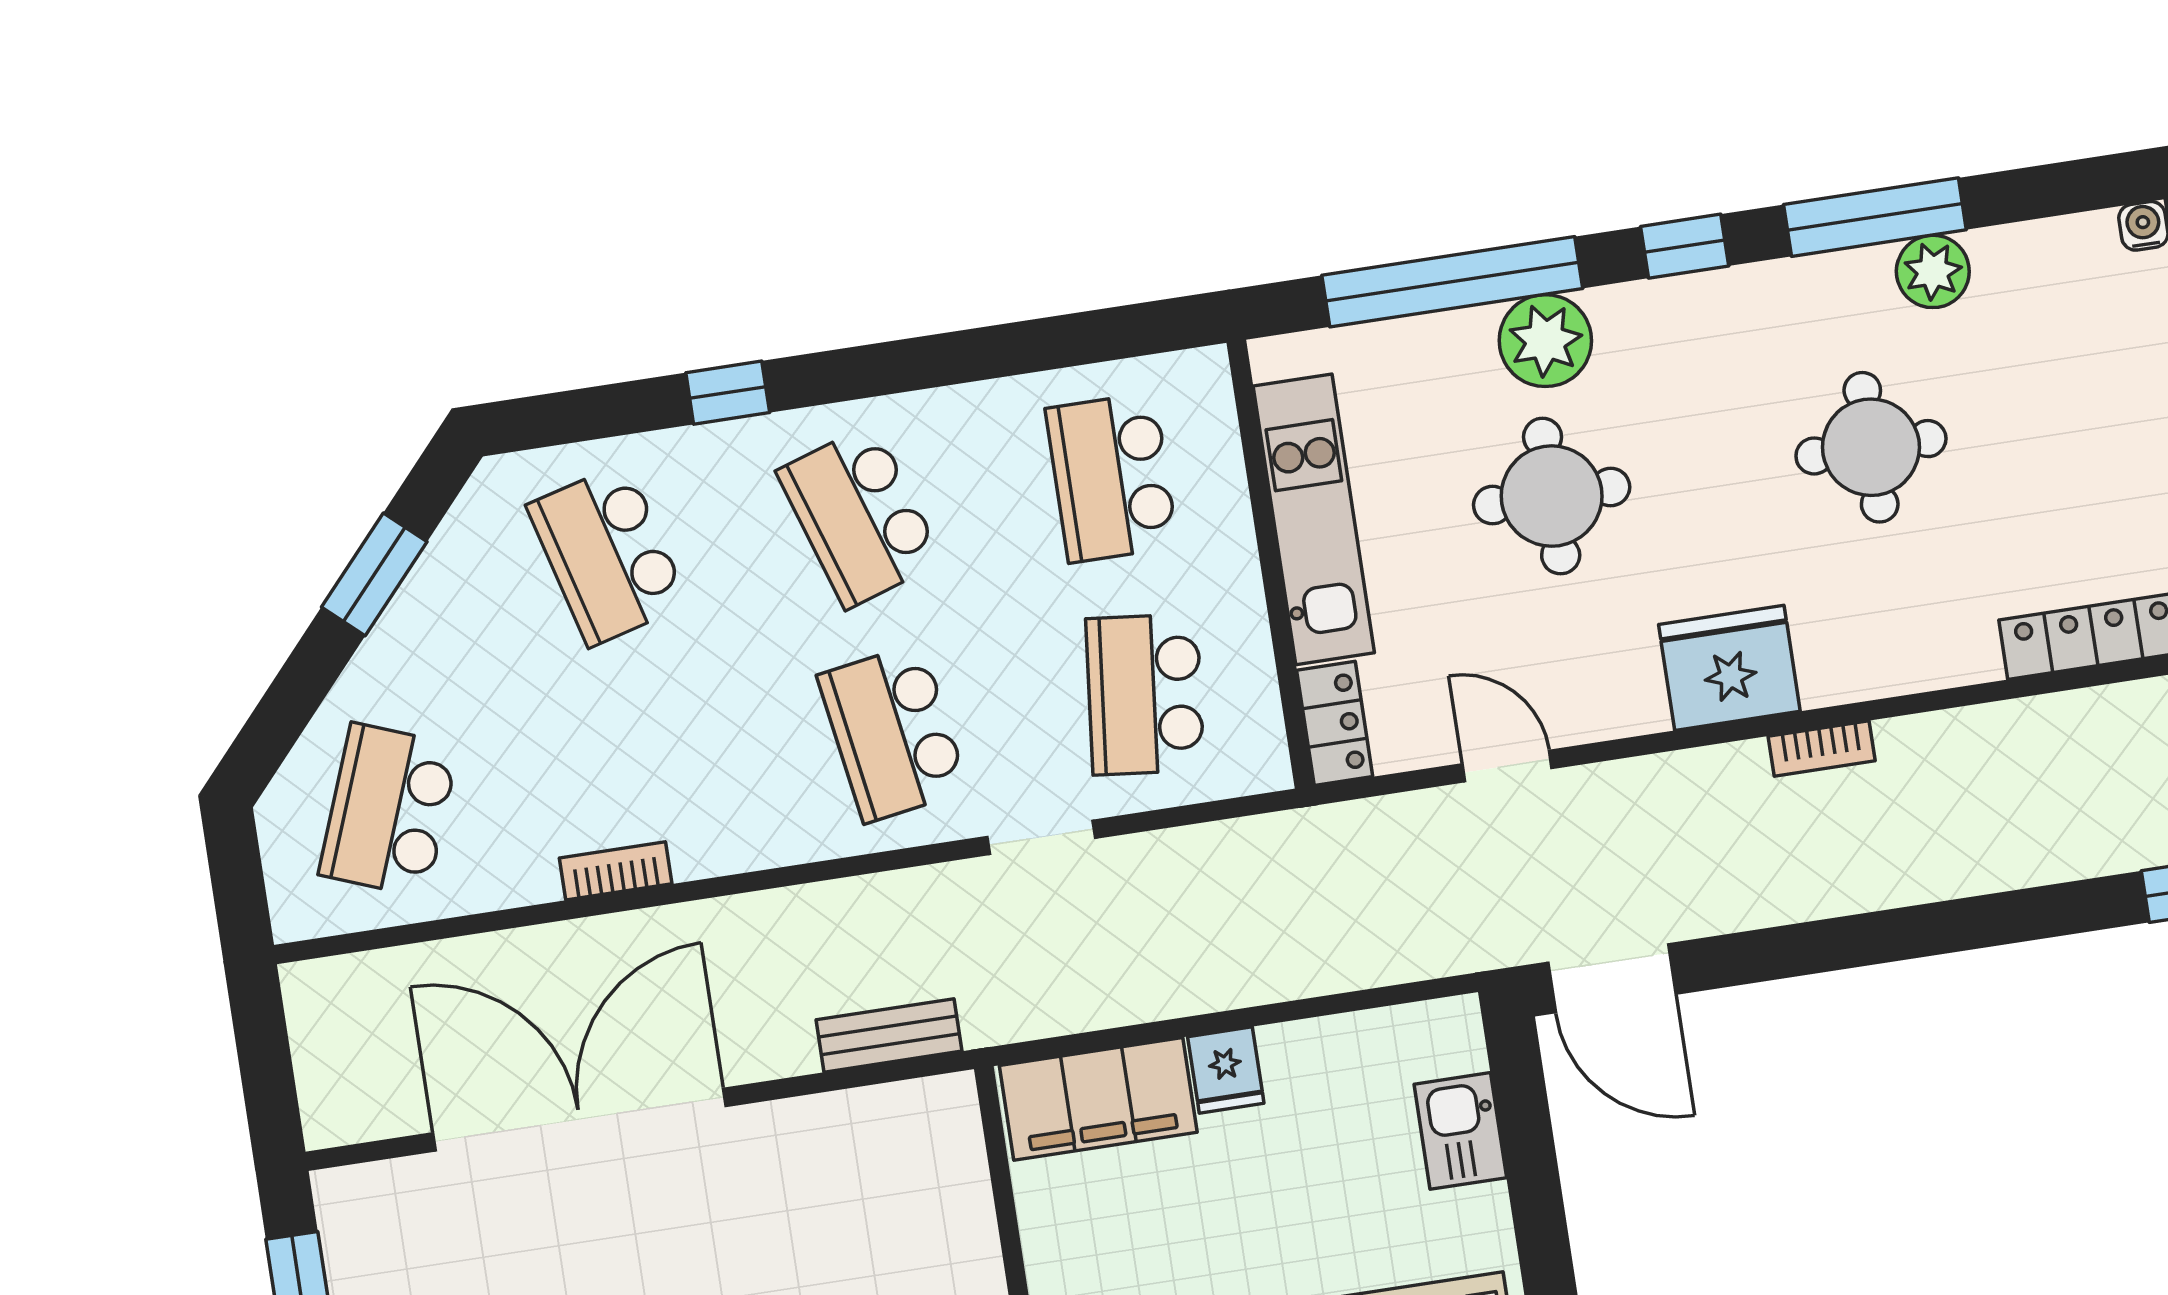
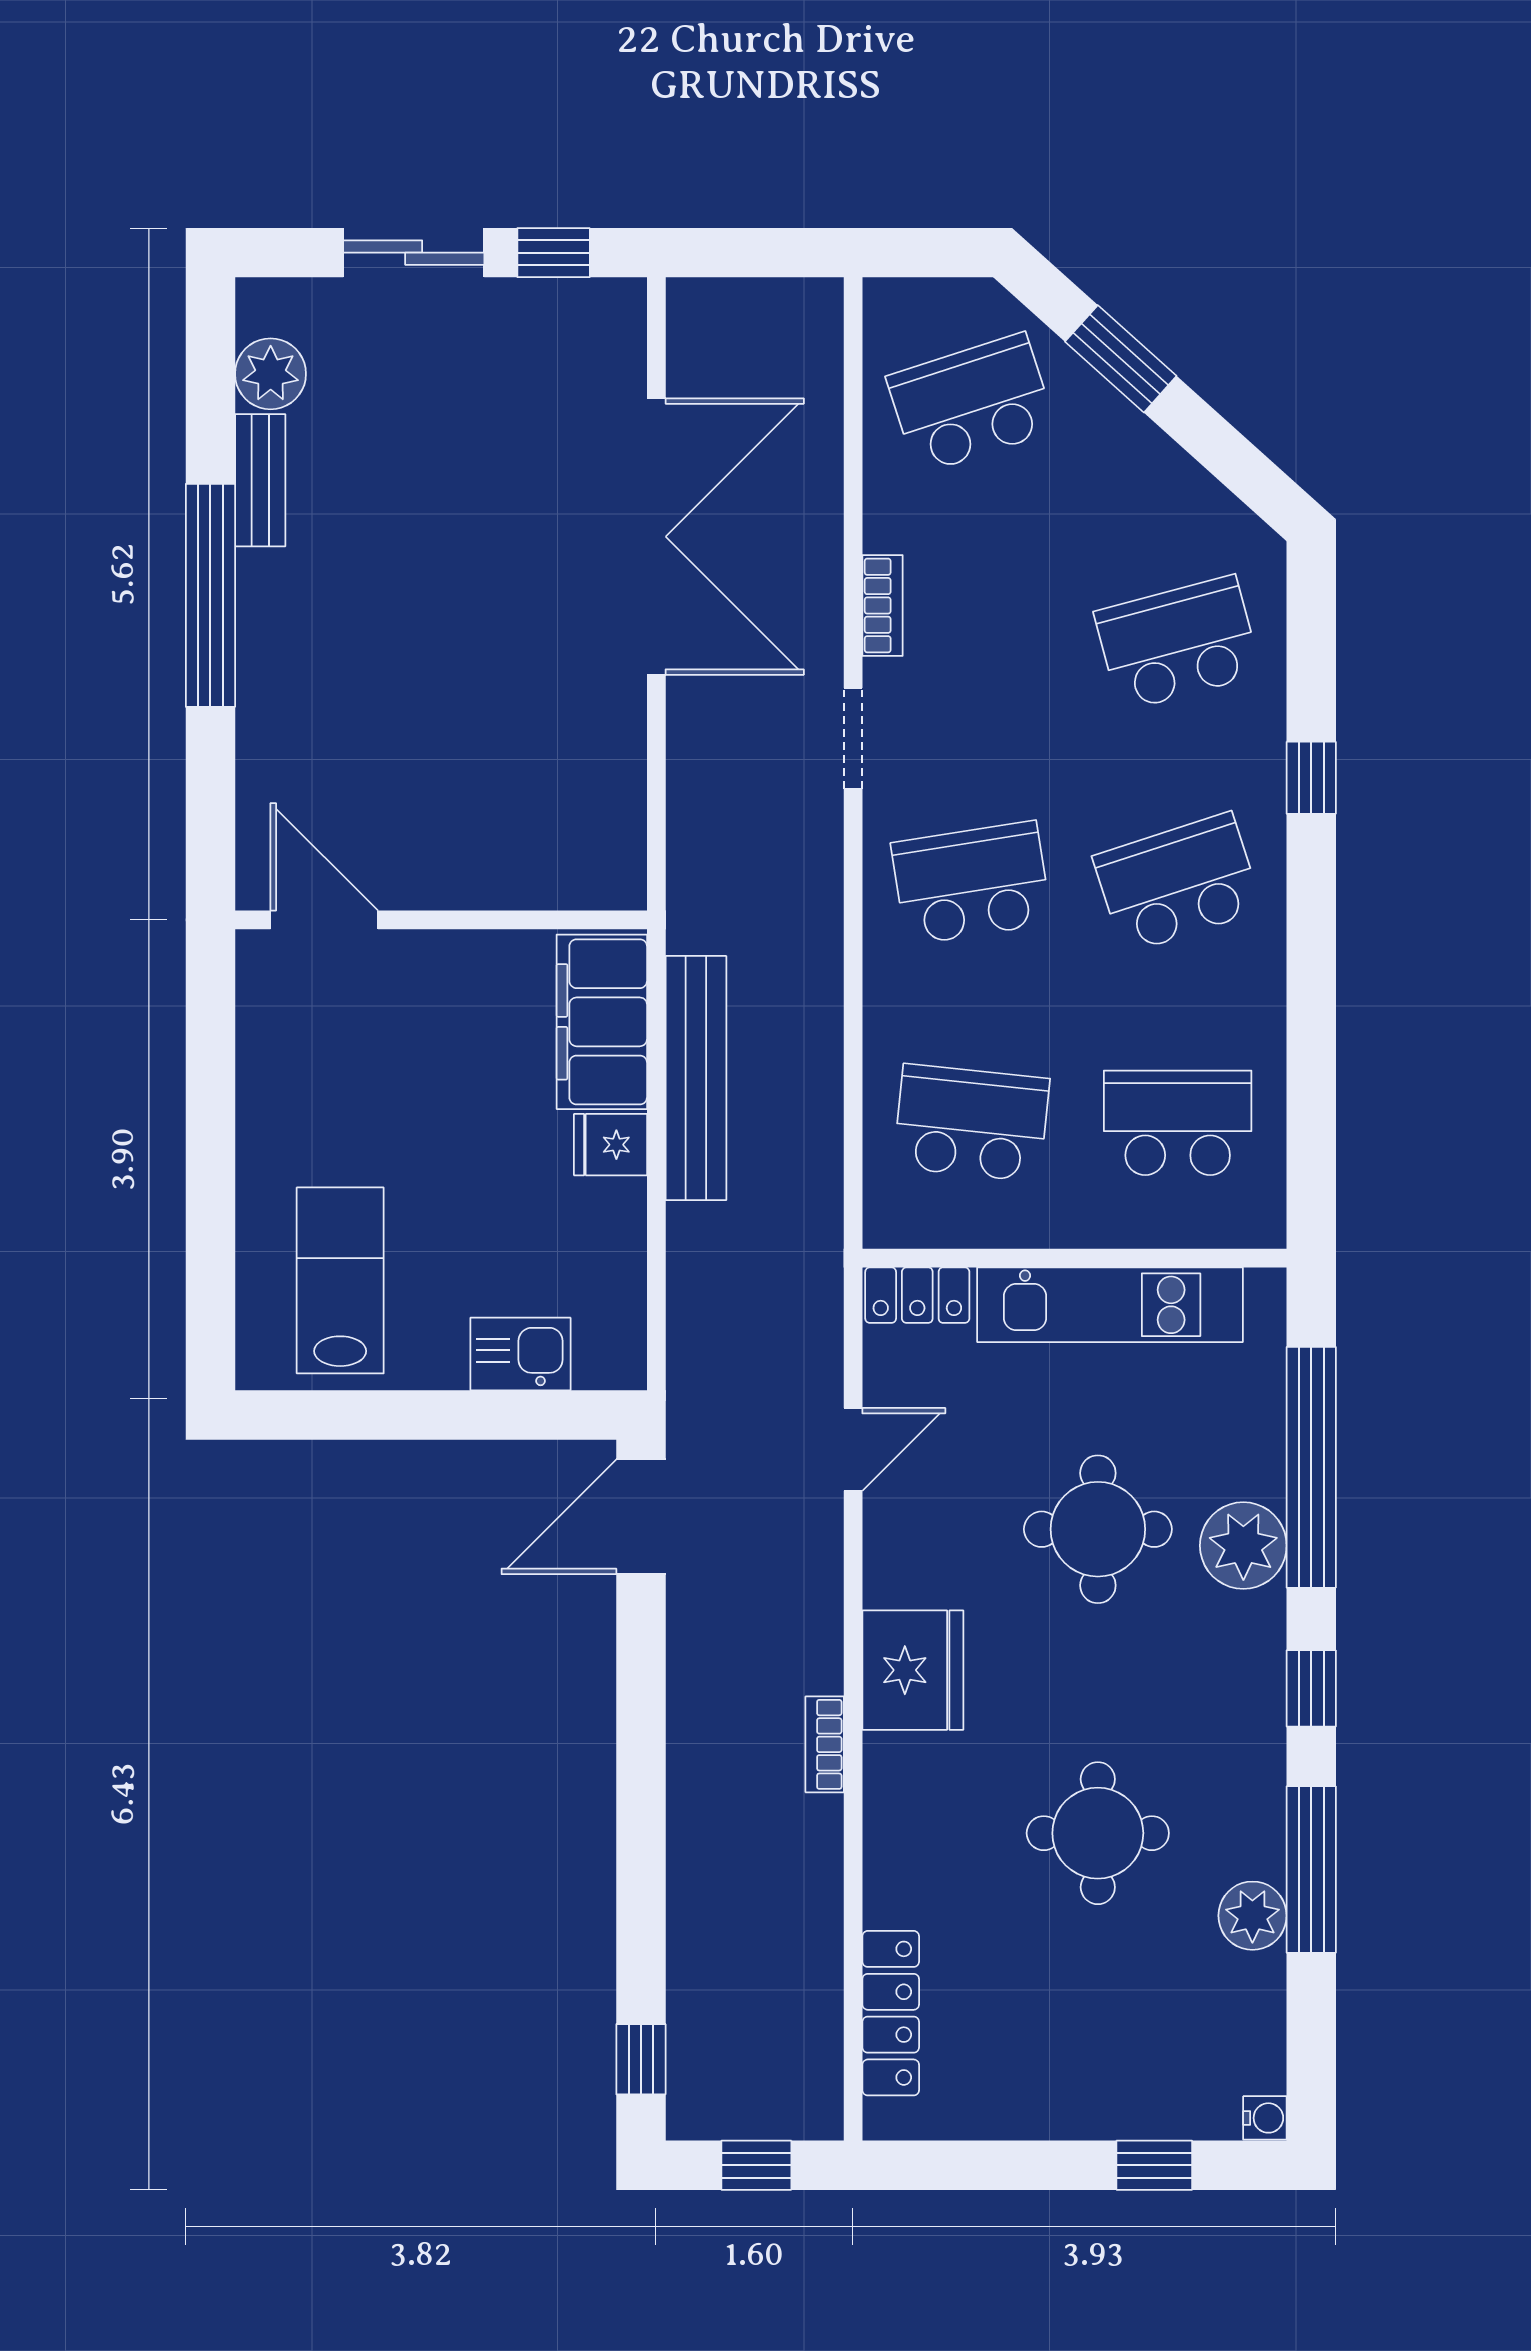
window: (374, 574) -> (1121, 359), moved
school desk: (389, 810) -> (971, 403), turned -39
doorway: (1041, 837) -> (853, 738), moved
bench: (889, 1035) -> (696, 1078), moved, width x1.86, depth x1.21

